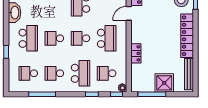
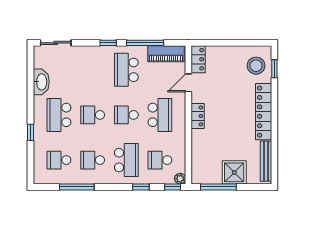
school desk: (28, 38) -> (59, 115), turned 180
locker: (136, 53) -> (198, 116), moved

